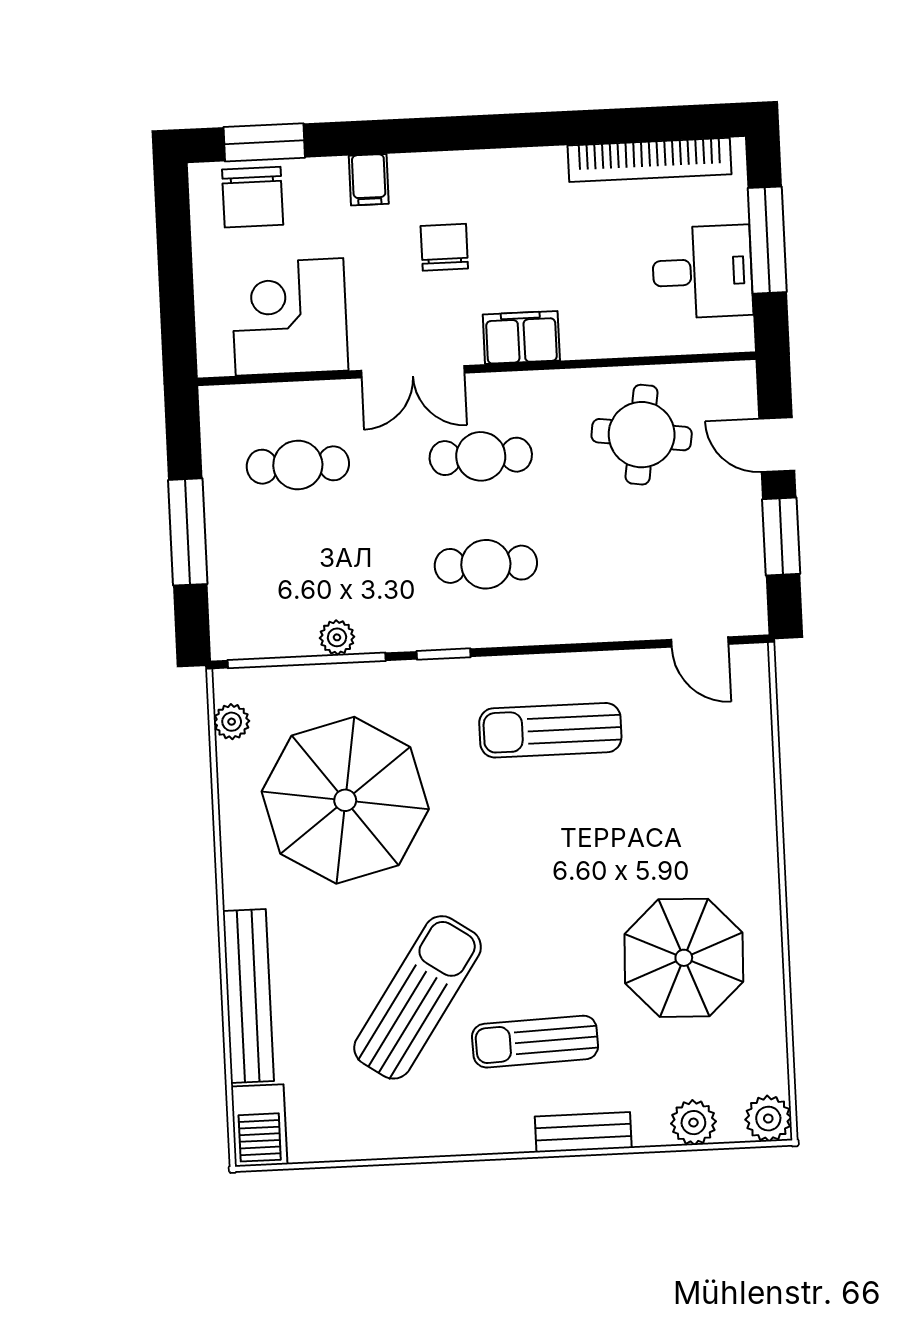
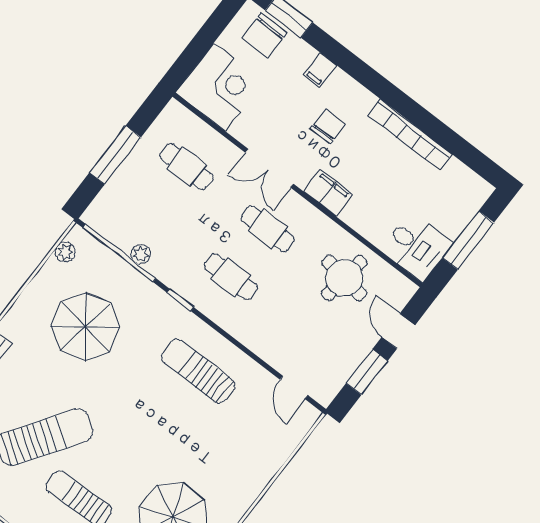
bookcase: (649, 160) -> (410, 135), moved
desk: (702, 272) -> (417, 247), moved
corner desk: (289, 317) -> (220, 87), moved, turned 90
parasol: (345, 800) -> (85, 327), width x0.73, depth x0.73

